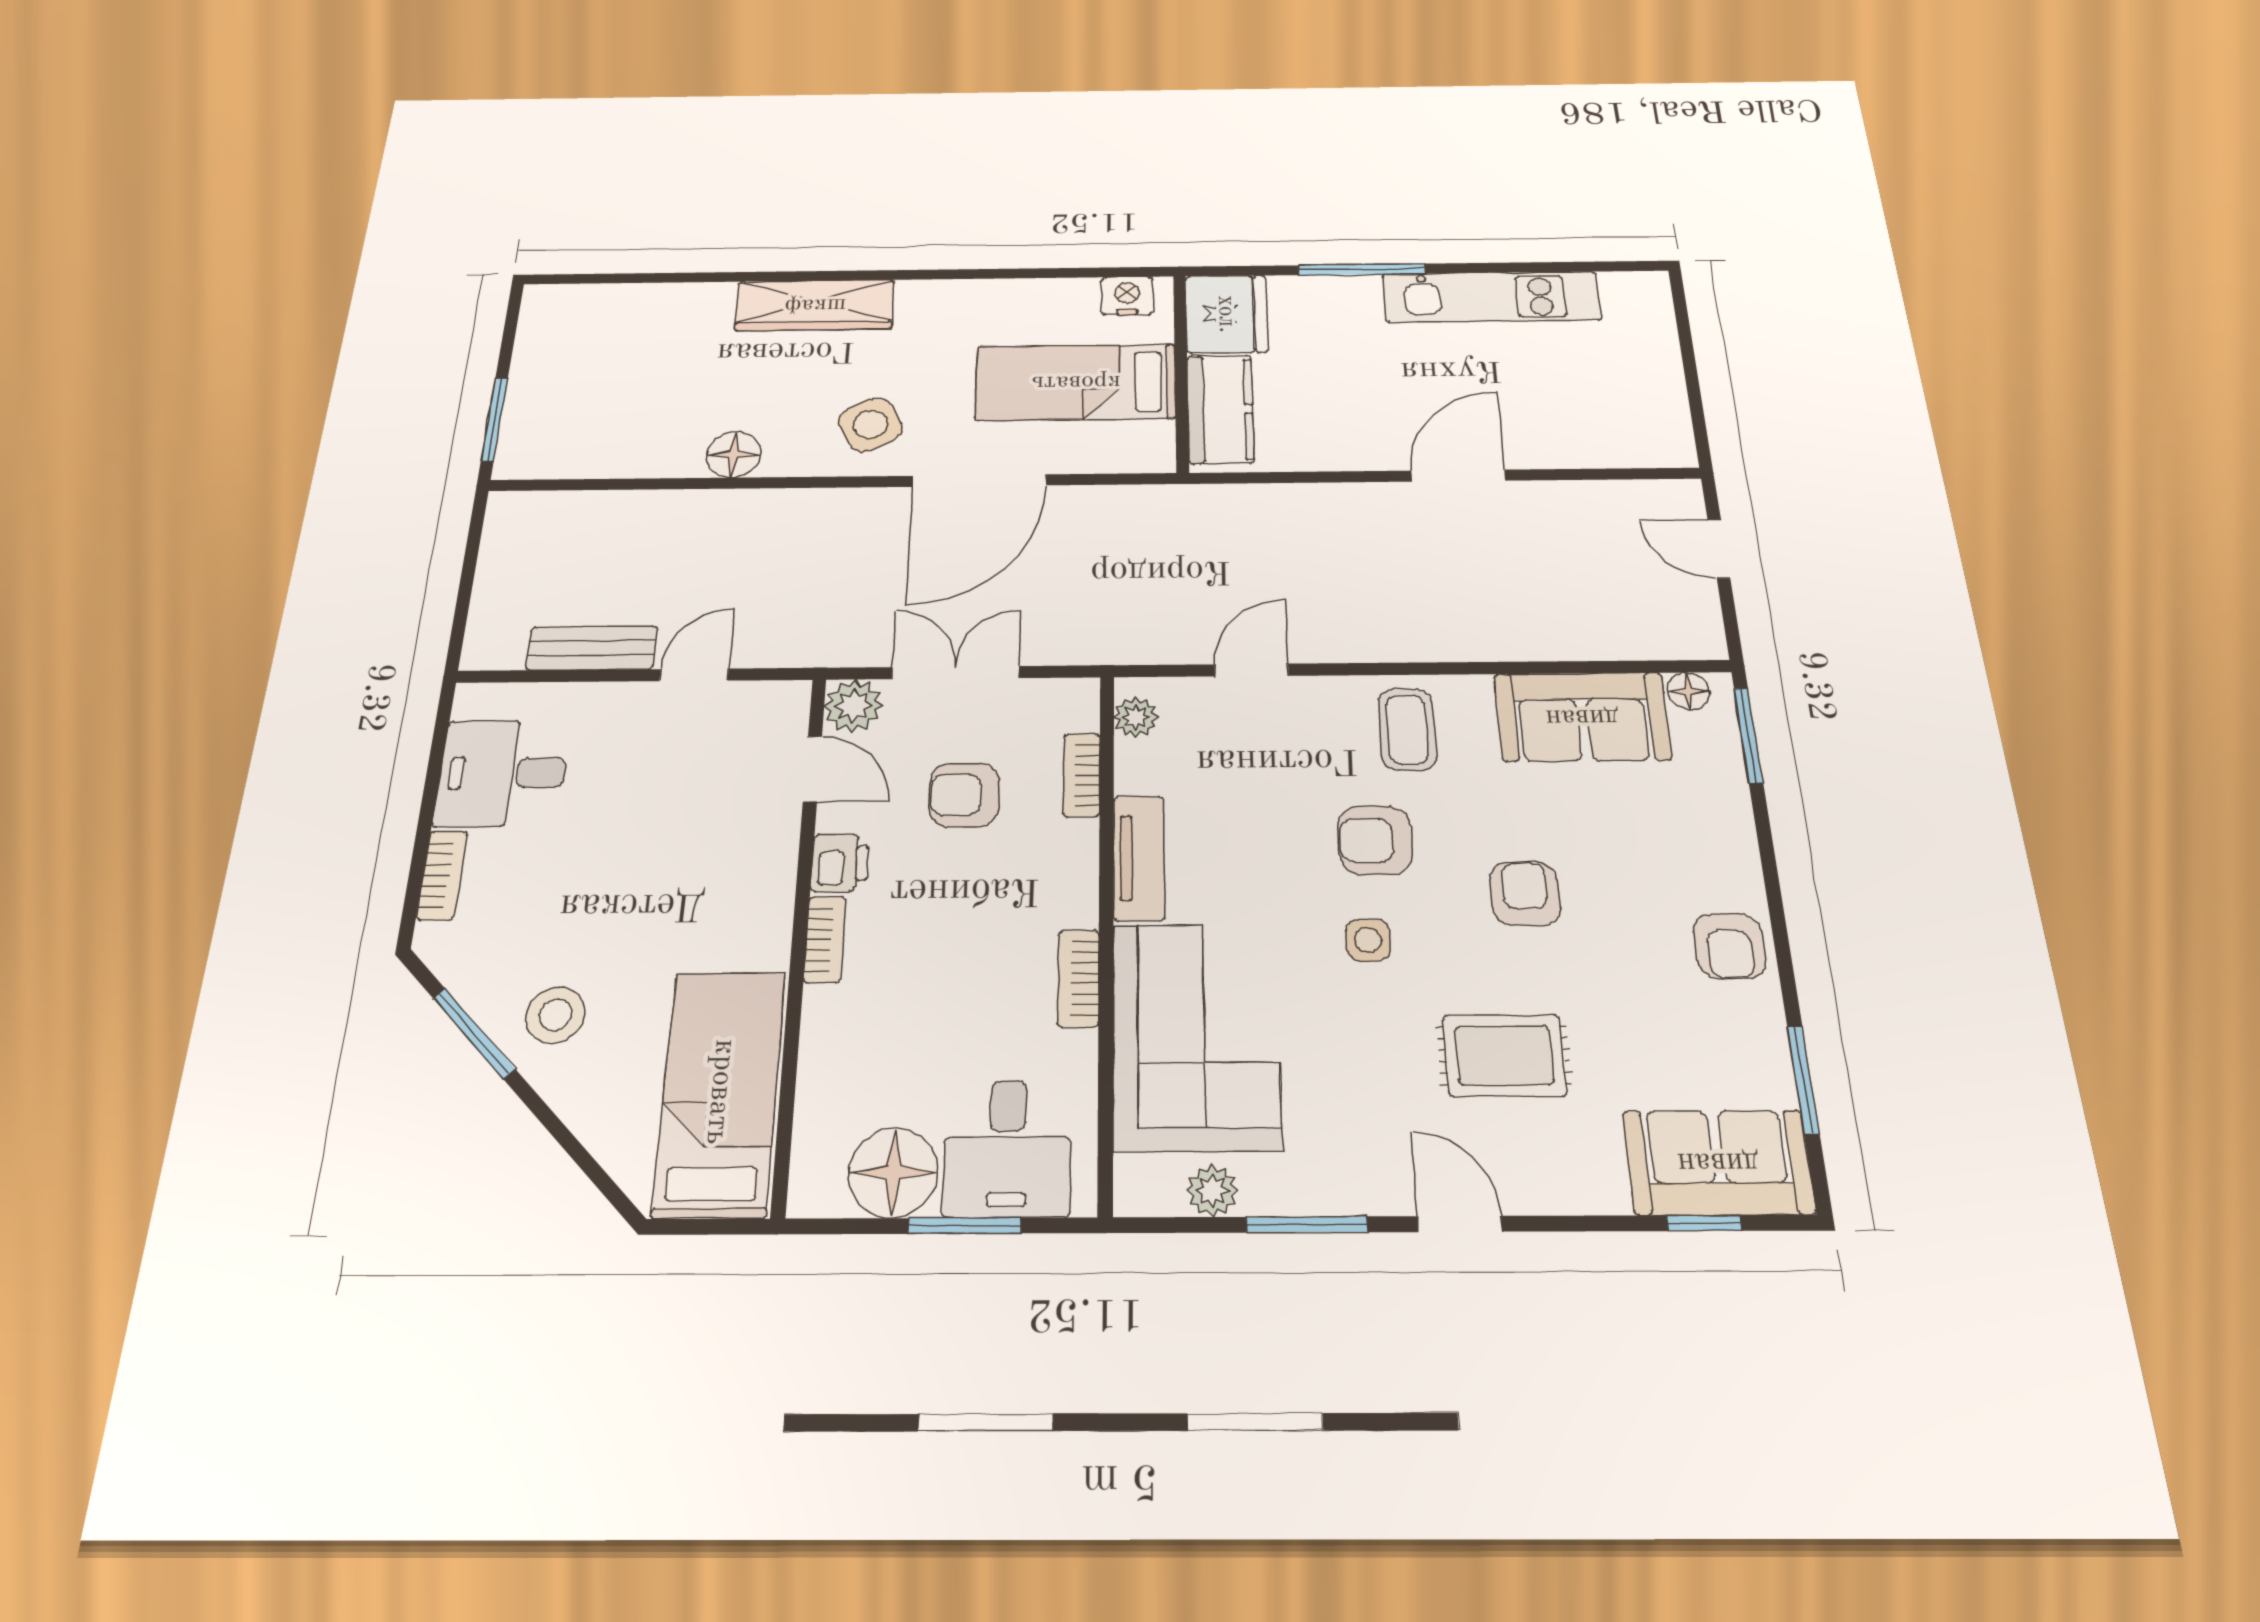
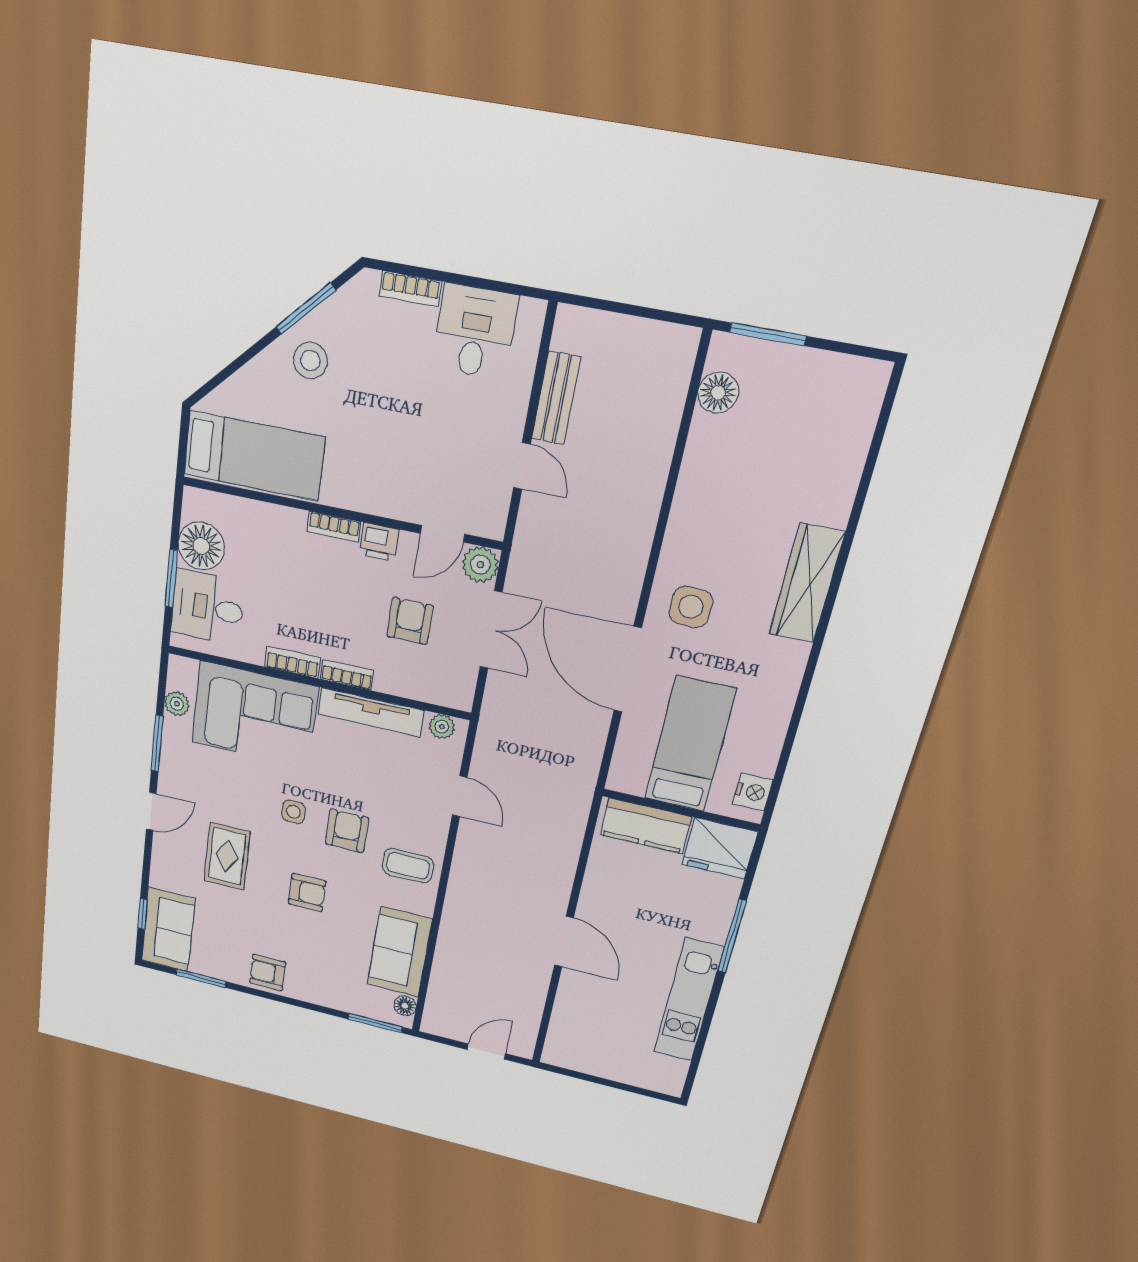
side table: (871, 424) -> (691, 607), turned 30
floor lamp: (734, 455) -> (718, 393), moved
bookcase: (1082, 775) -> (347, 675), moved
tv unit: (1139, 858) -> (371, 712), width x1.41

